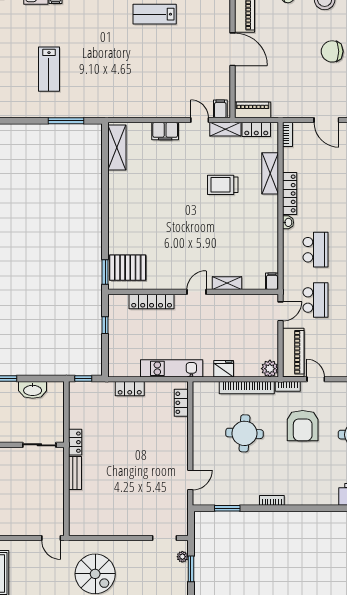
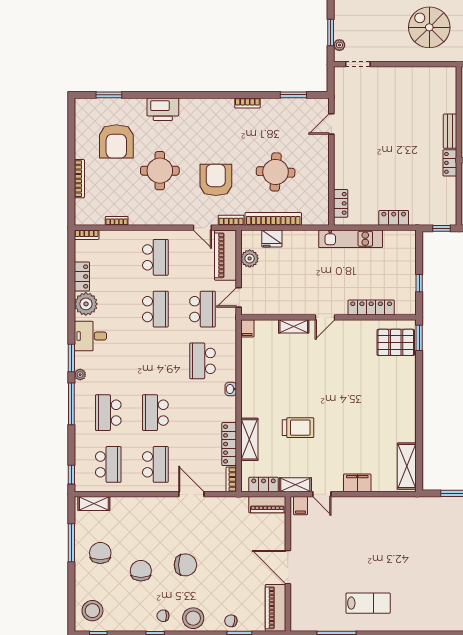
locker: (290, 194) -> (229, 444), moved
school desk: (316, 300) -> (202, 309), turned 180
fridge: (224, 369) -> (272, 238), moved
plant: (270, 369) -> (250, 258), moved

